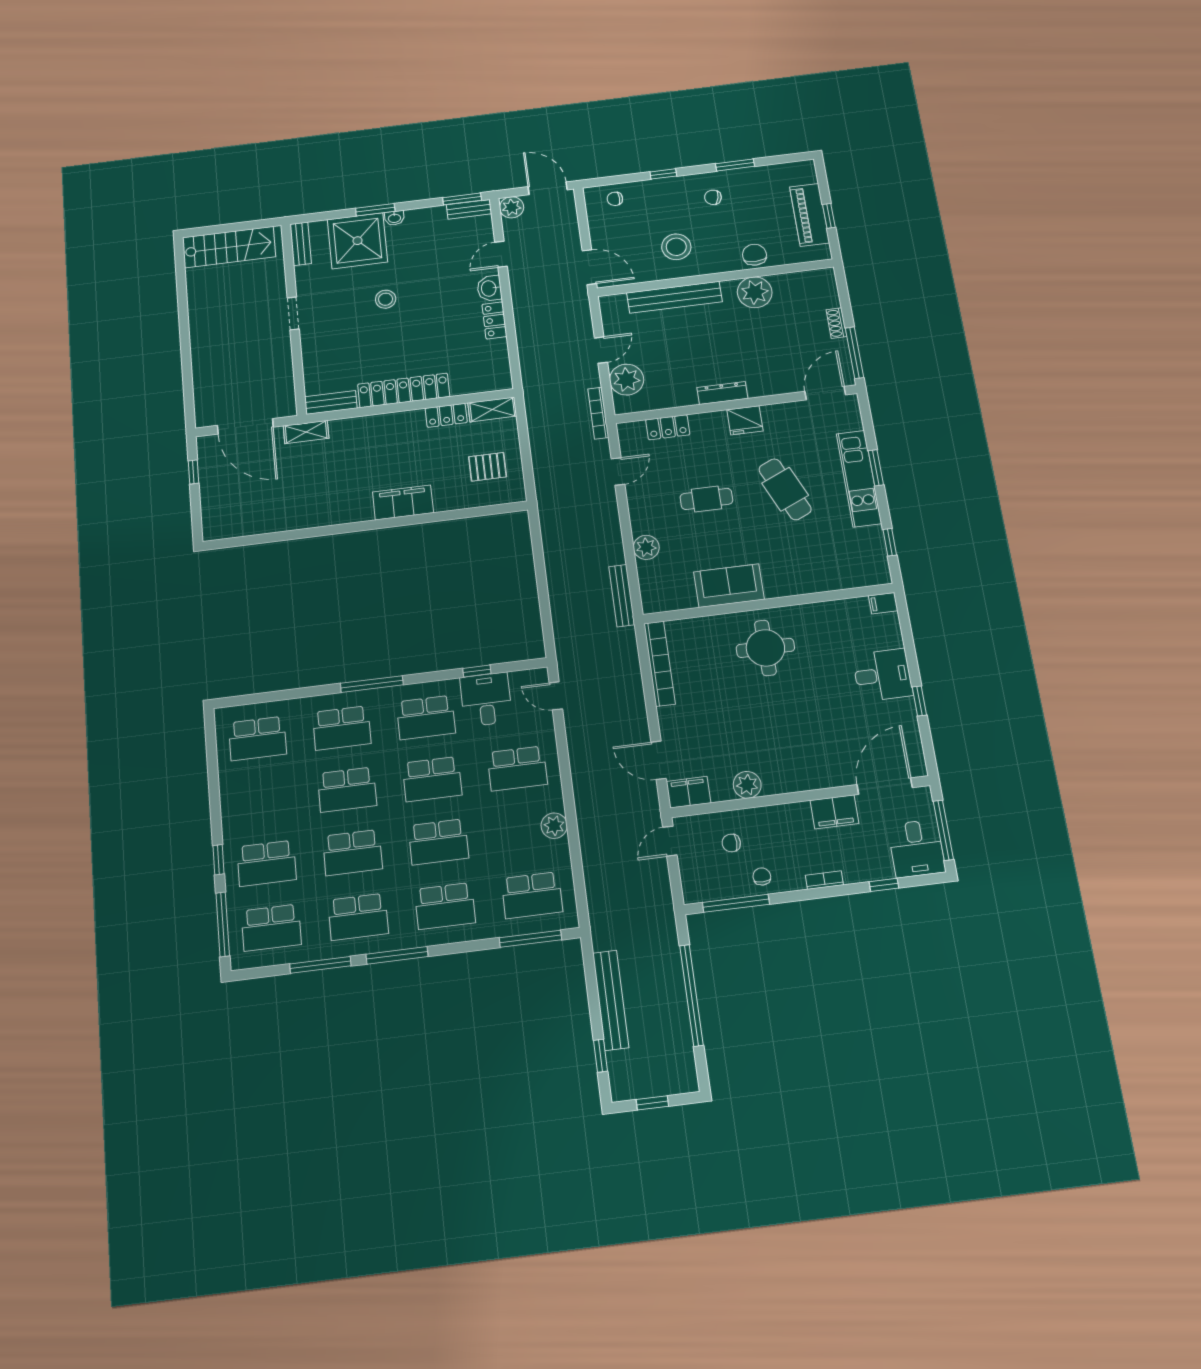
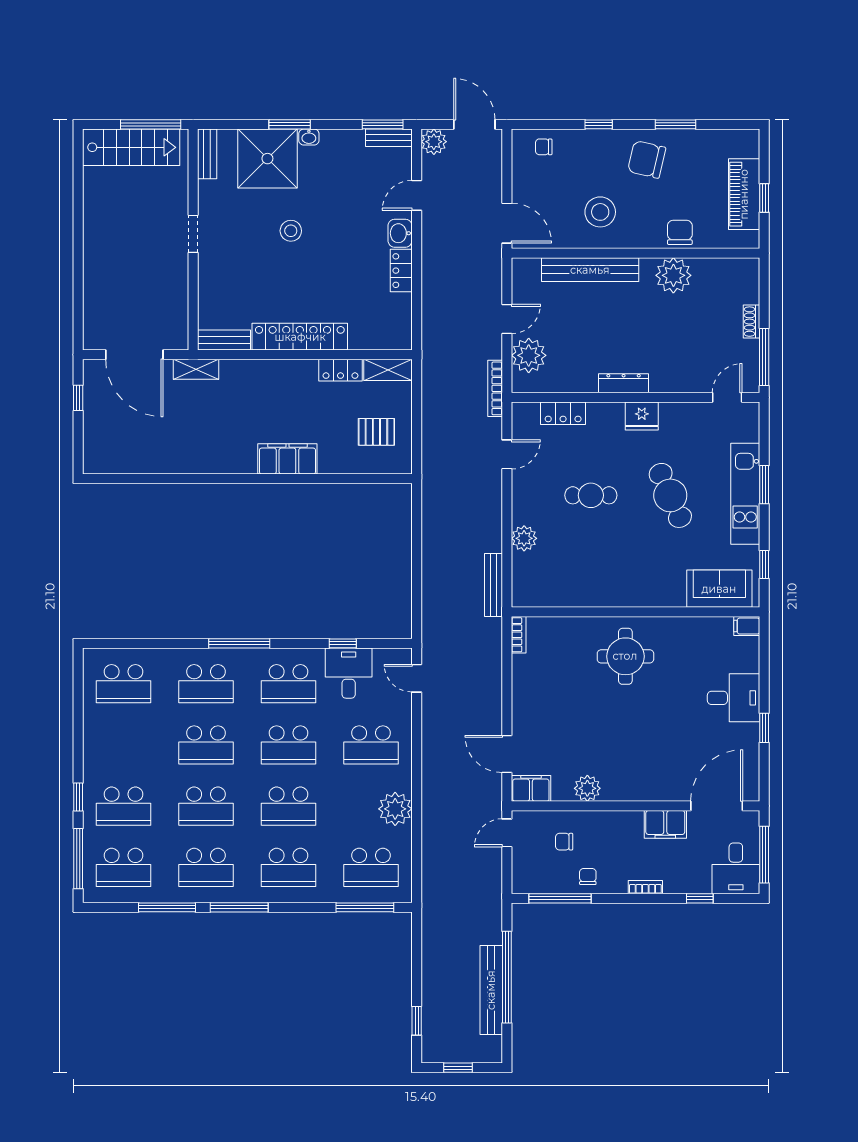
chair: (713, 197) -> (647, 159), width x1.87, depth x1.87
window: (246, 226) -> (151, 124), added
door: (825, 393) -> (727, 397), width x0.73
sofa: (729, 586) -> (719, 589), moved
bookcase: (660, 664) -> (519, 635), width x0.43, depth x0.76
plant: (554, 826) -> (395, 809), width x1.36, depth x1.36
bench: (611, 1000) -> (491, 990), moved

